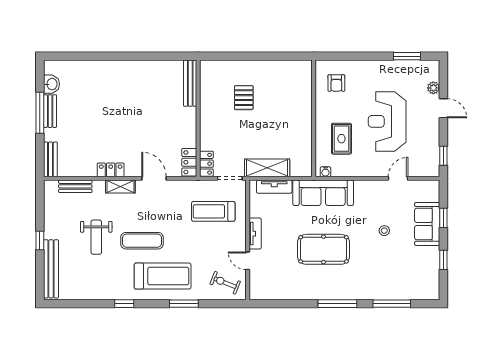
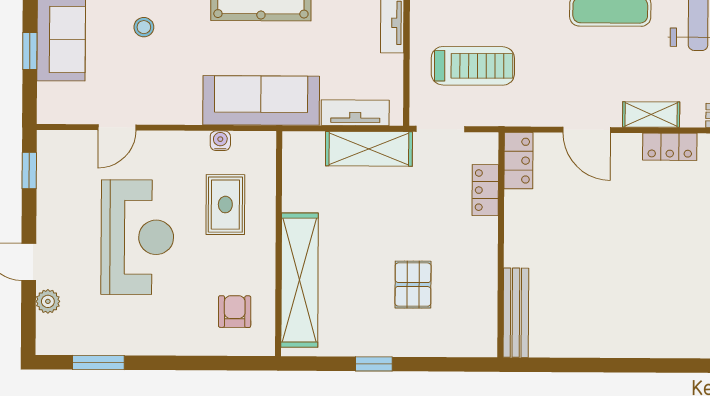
window: (264, 56) -> (374, 364), added
shelving: (303, 100) -> (300, 280), added
locker: (206, 164) -> (485, 190), moved
water cooler: (325, 172) -> (220, 141), moved

